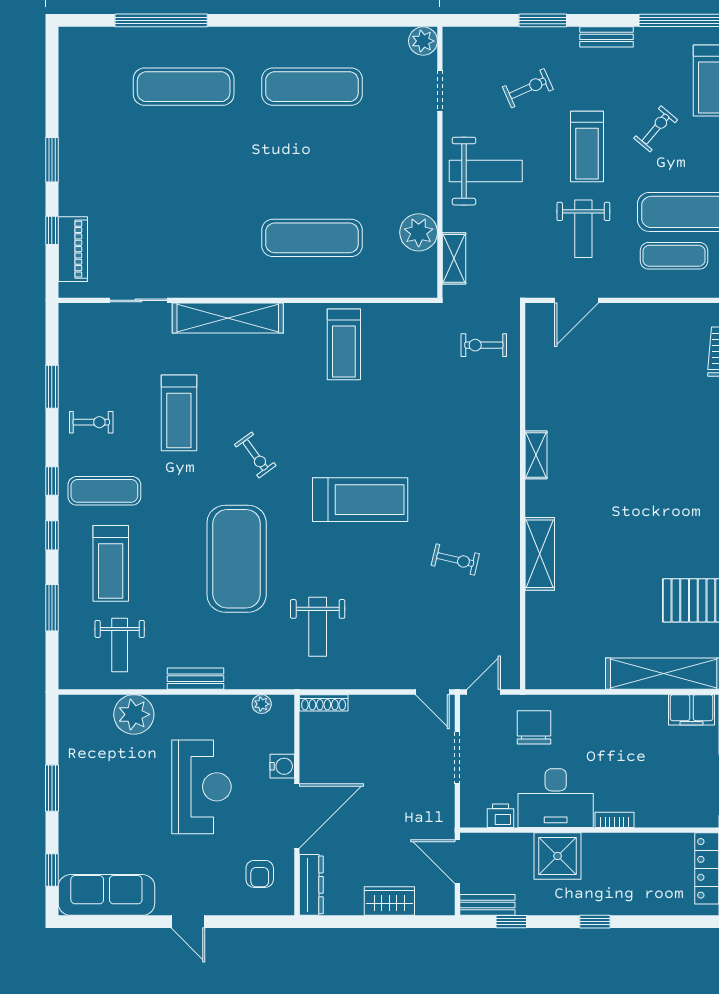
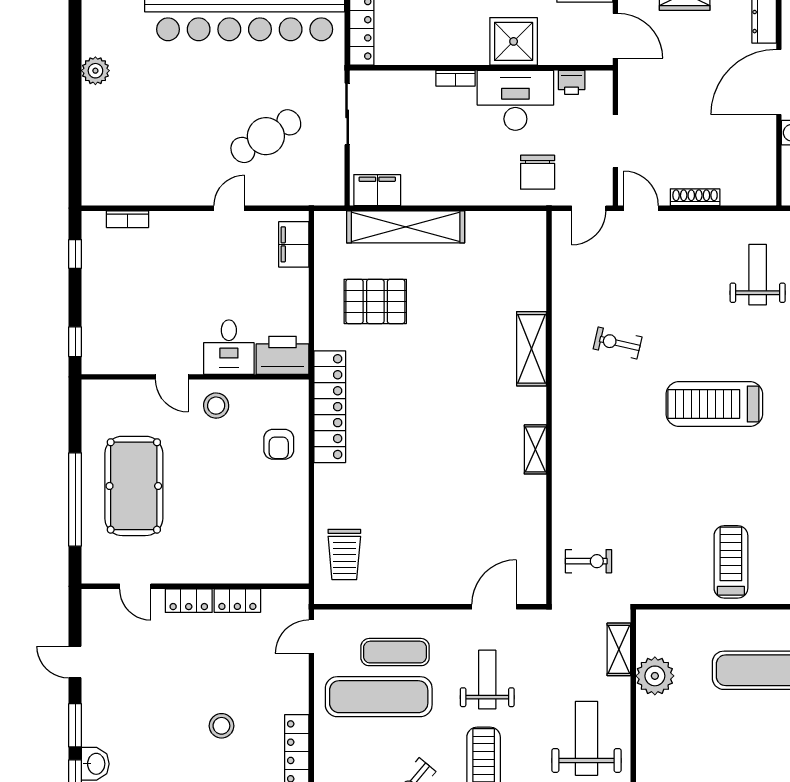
weight bench: (486, 171) -> (587, 738), turned 90
shoe rack: (324, 703) -> (695, 197), moved

